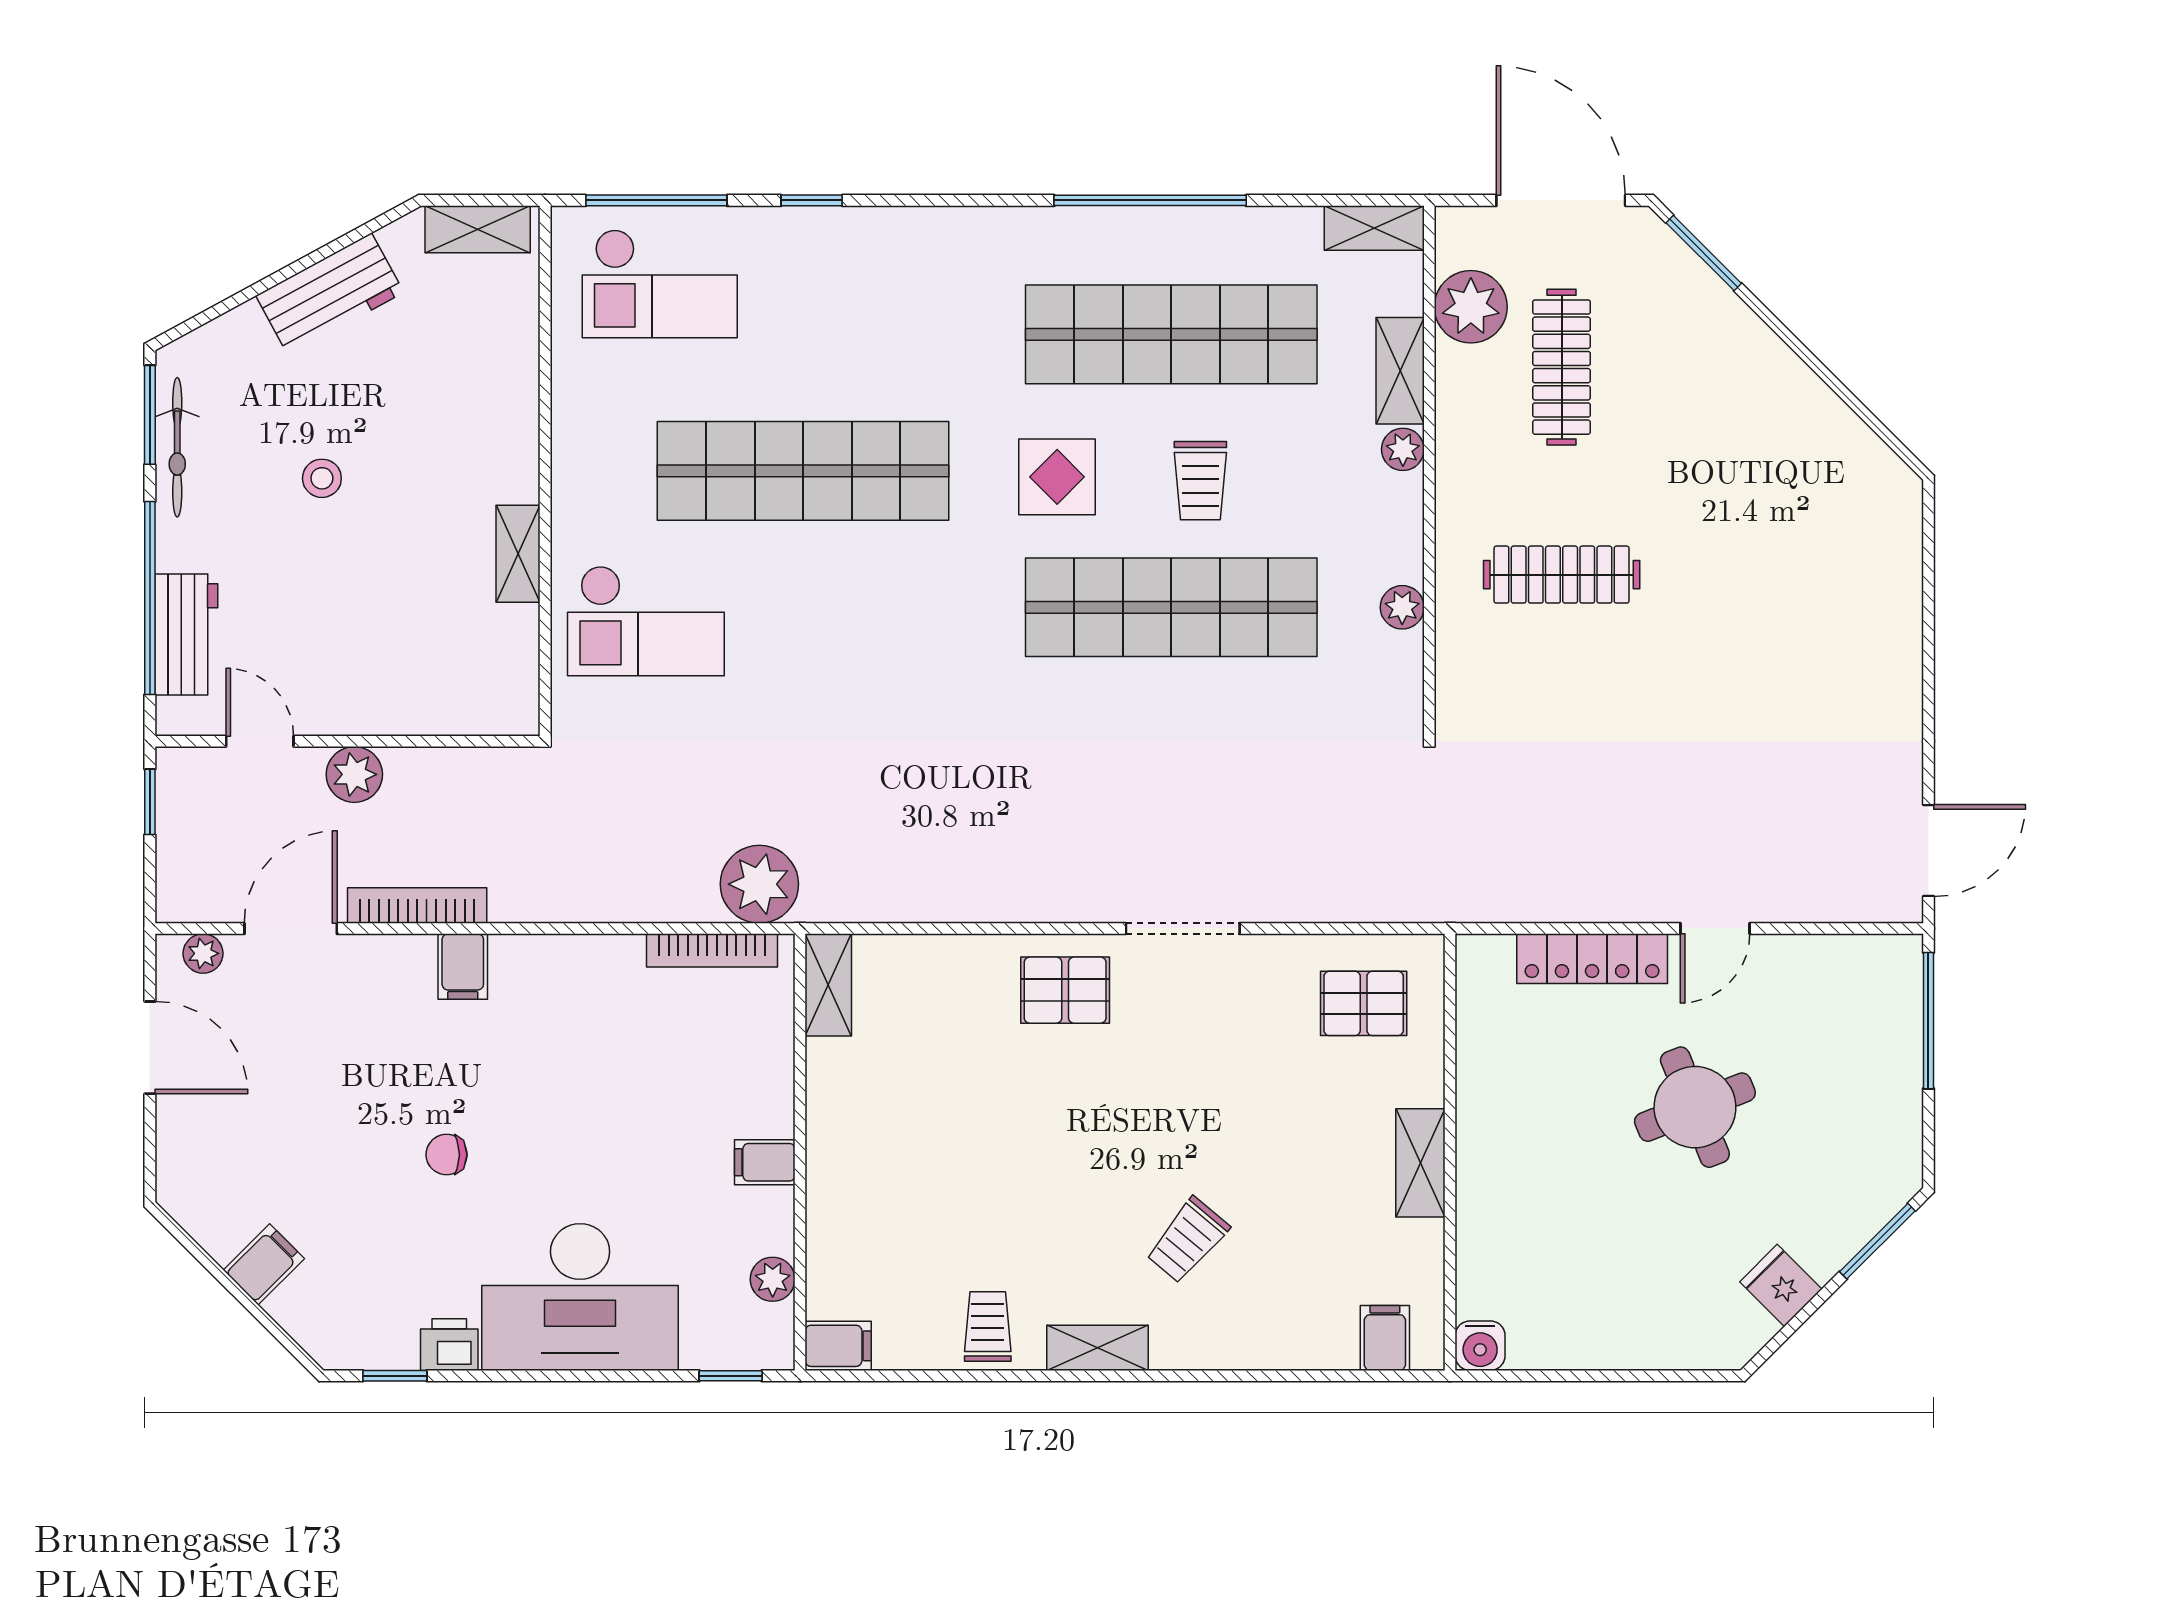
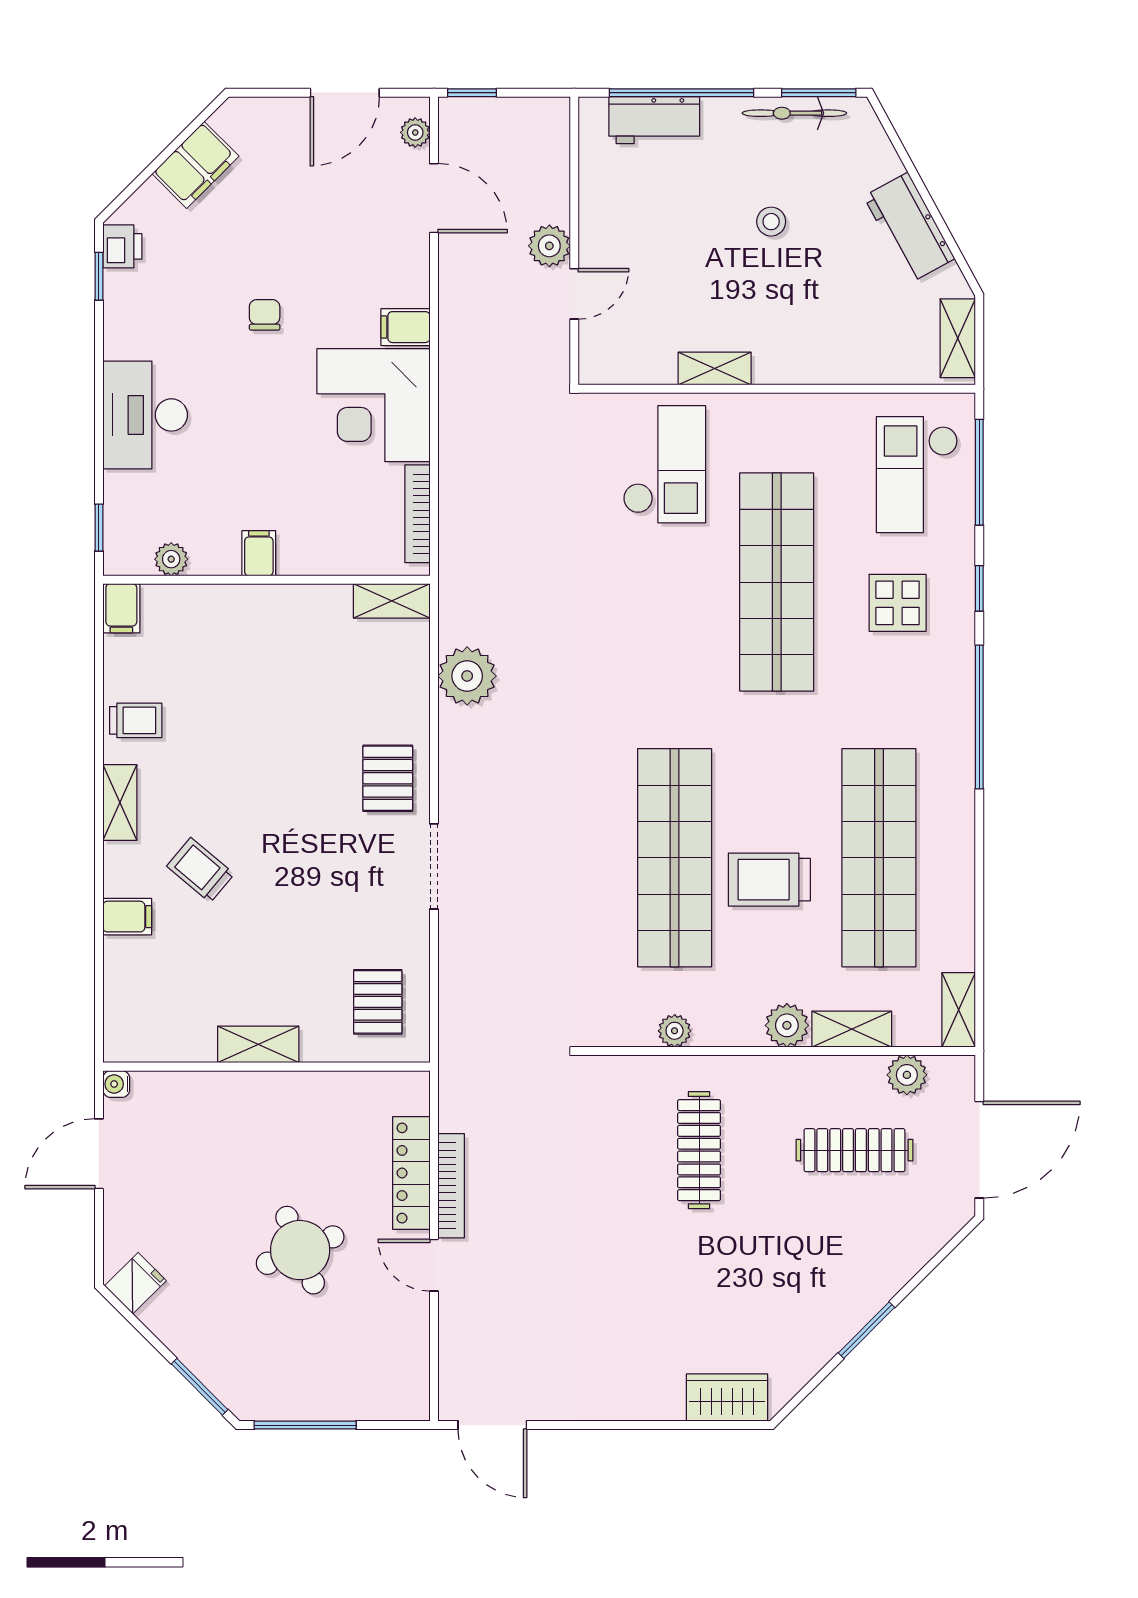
window: (1150, 200) -> (979, 717), moved
window: (1704, 253) -> (866, 1330), moved
plant: (1471, 307) -> (907, 1075), width x0.73, depth x0.73
plant: (1403, 449) -> (787, 1025), width x1.38, depth x1.38
display table: (1057, 477) -> (898, 603), moved
trolley: (1200, 481) -> (769, 880), width x1.36, depth x1.39
wardrobe: (1892, 537) -> (727, 1398), added
checkout: (646, 621) -> (664, 464), turned 180
door: (260, 741) -> (574, 294), moved
window: (150, 802) -> (472, 93), moved
plant: (759, 884) -> (467, 676), moved
bookcase: (417, 905) -> (451, 1186), moved
corner desk: (567, 1009) -> (373, 405), added
window: (1928, 1021) -> (305, 1425), moved
filing cabinet: (264, 1264) -> (195, 165), width x2.00
fridge: (1781, 1285) -> (135, 1283), moved
desk: (580, 1297) -> (145, 415), width x0.73, depth x0.77
filing cabinet: (1385, 1338) -> (127, 917), moved
printer: (449, 1345) -> (122, 246), moved
water cooler: (1480, 1346) -> (116, 1084), width x0.72, depth x0.72
door: (1566, 1376) -> (99, 1154), added

